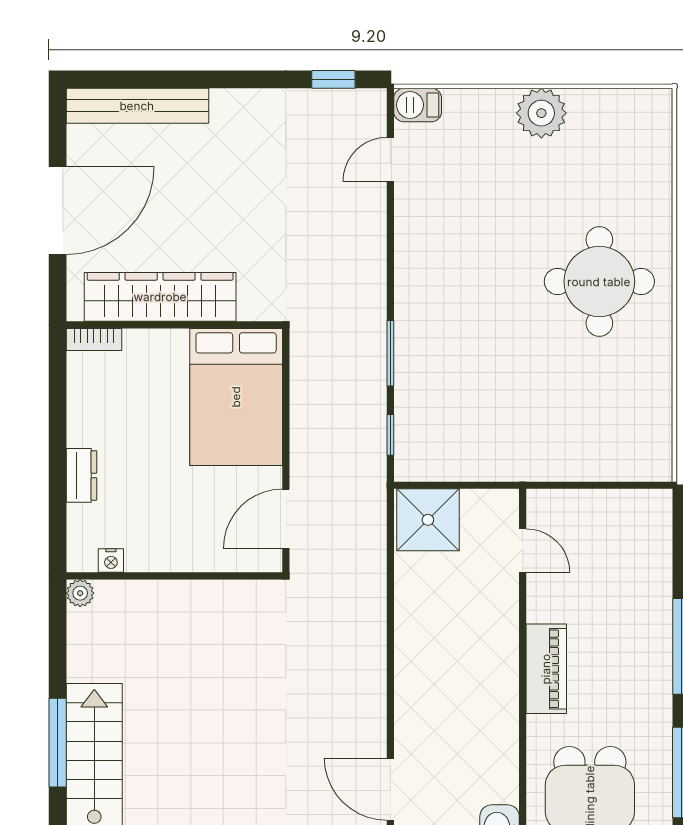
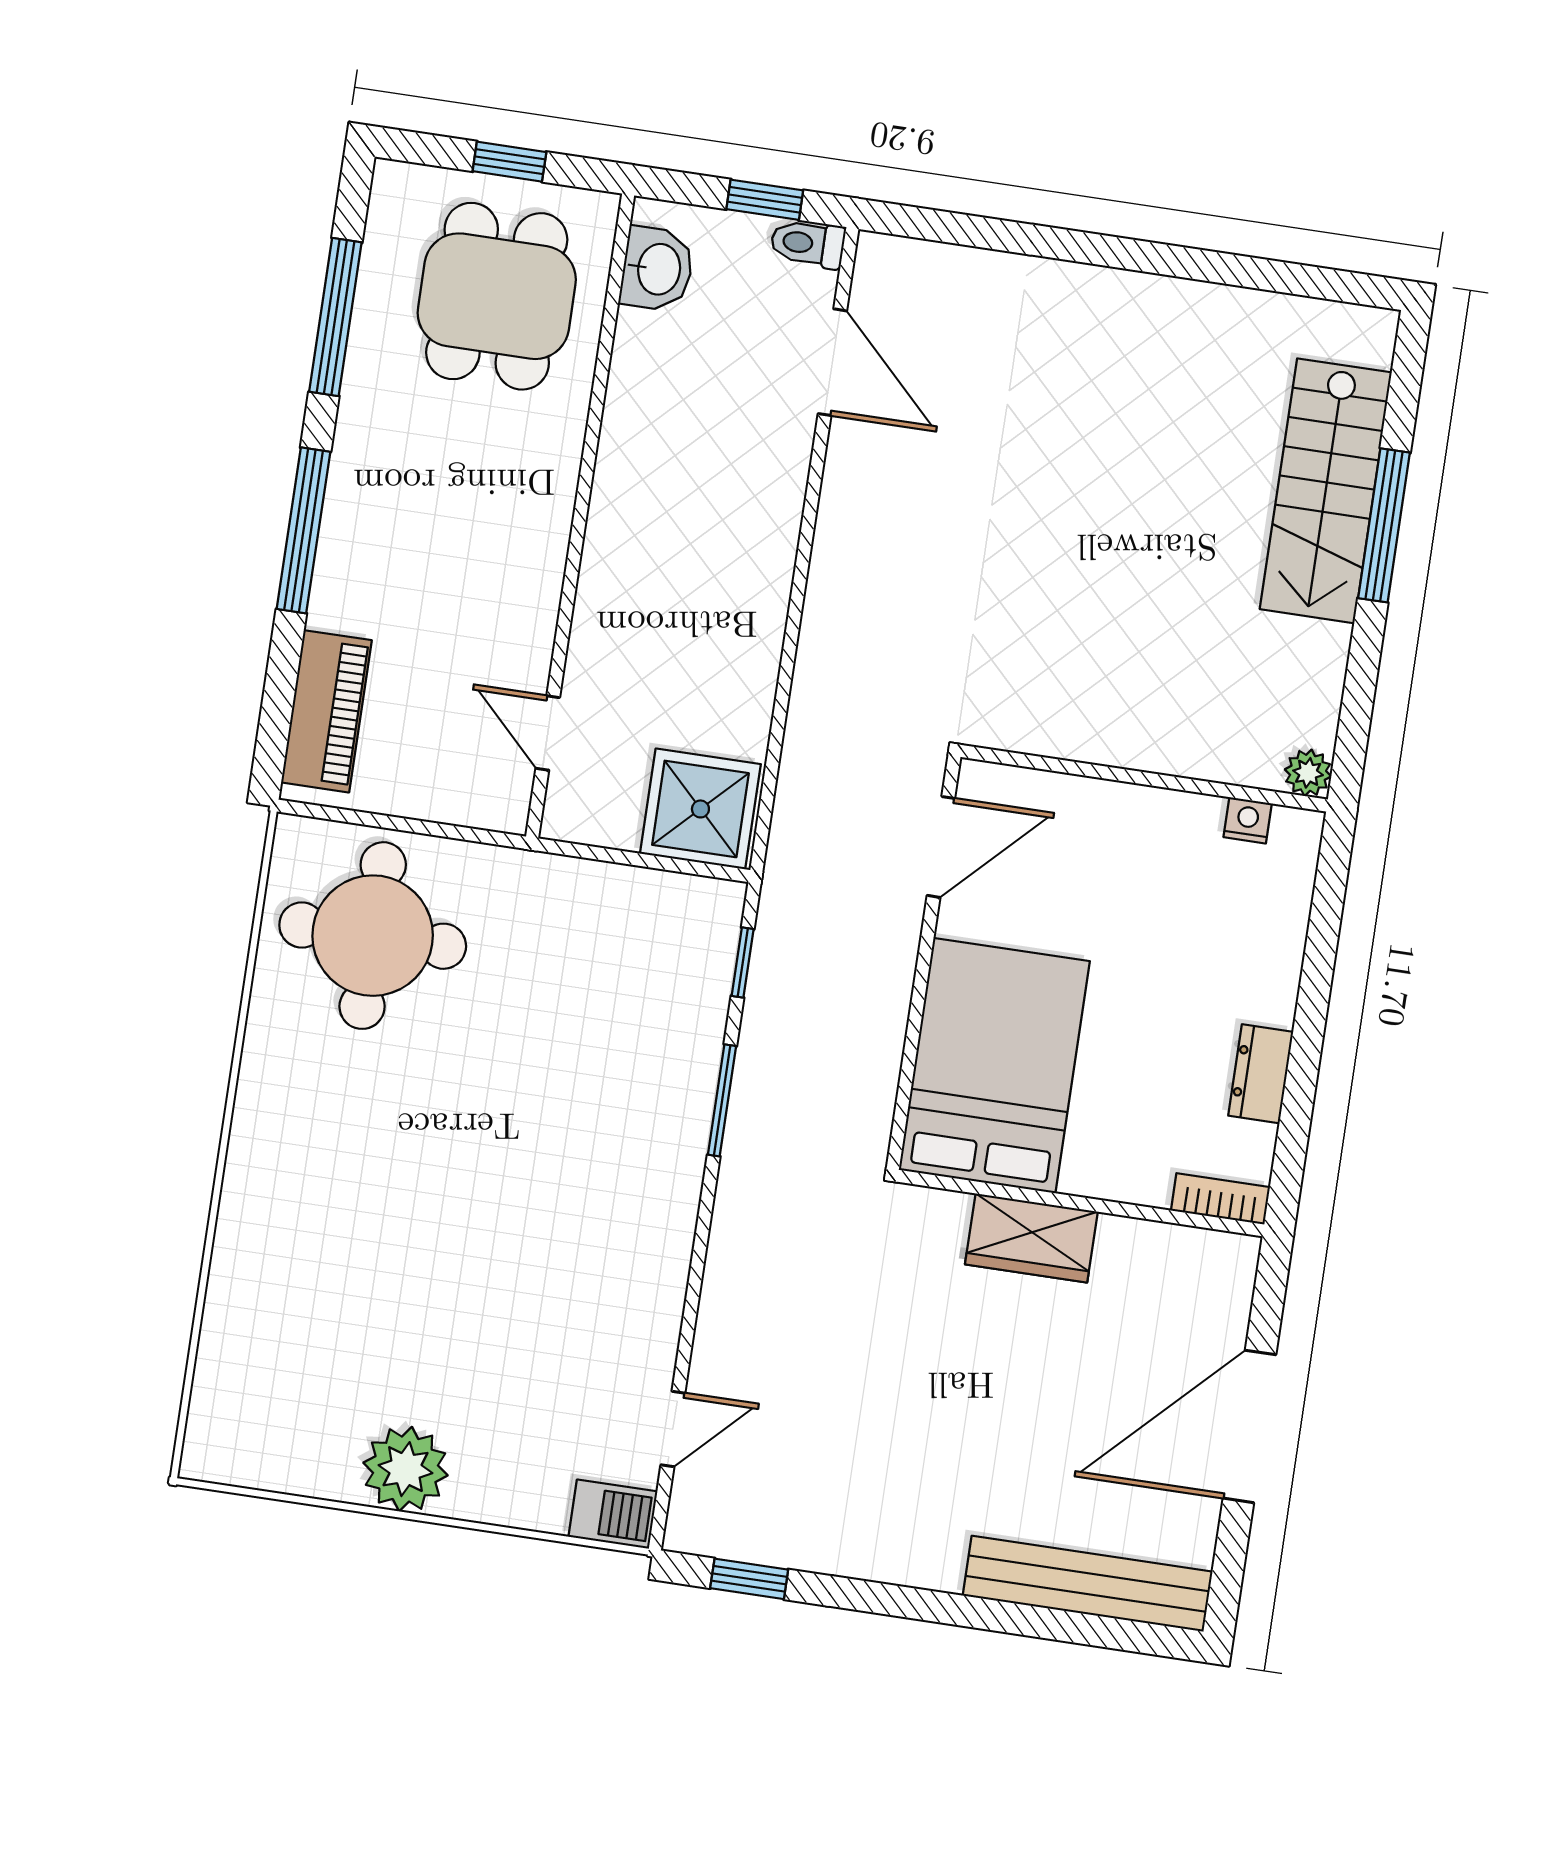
round table: (599, 282) -> (373, 936), moved
wardrobe: (160, 297) -> (1031, 1238), width x0.48, depth x0.85
dresser: (82, 475) -> (1261, 1074), moved
piano: (546, 669) -> (326, 711), moved, turned 180

